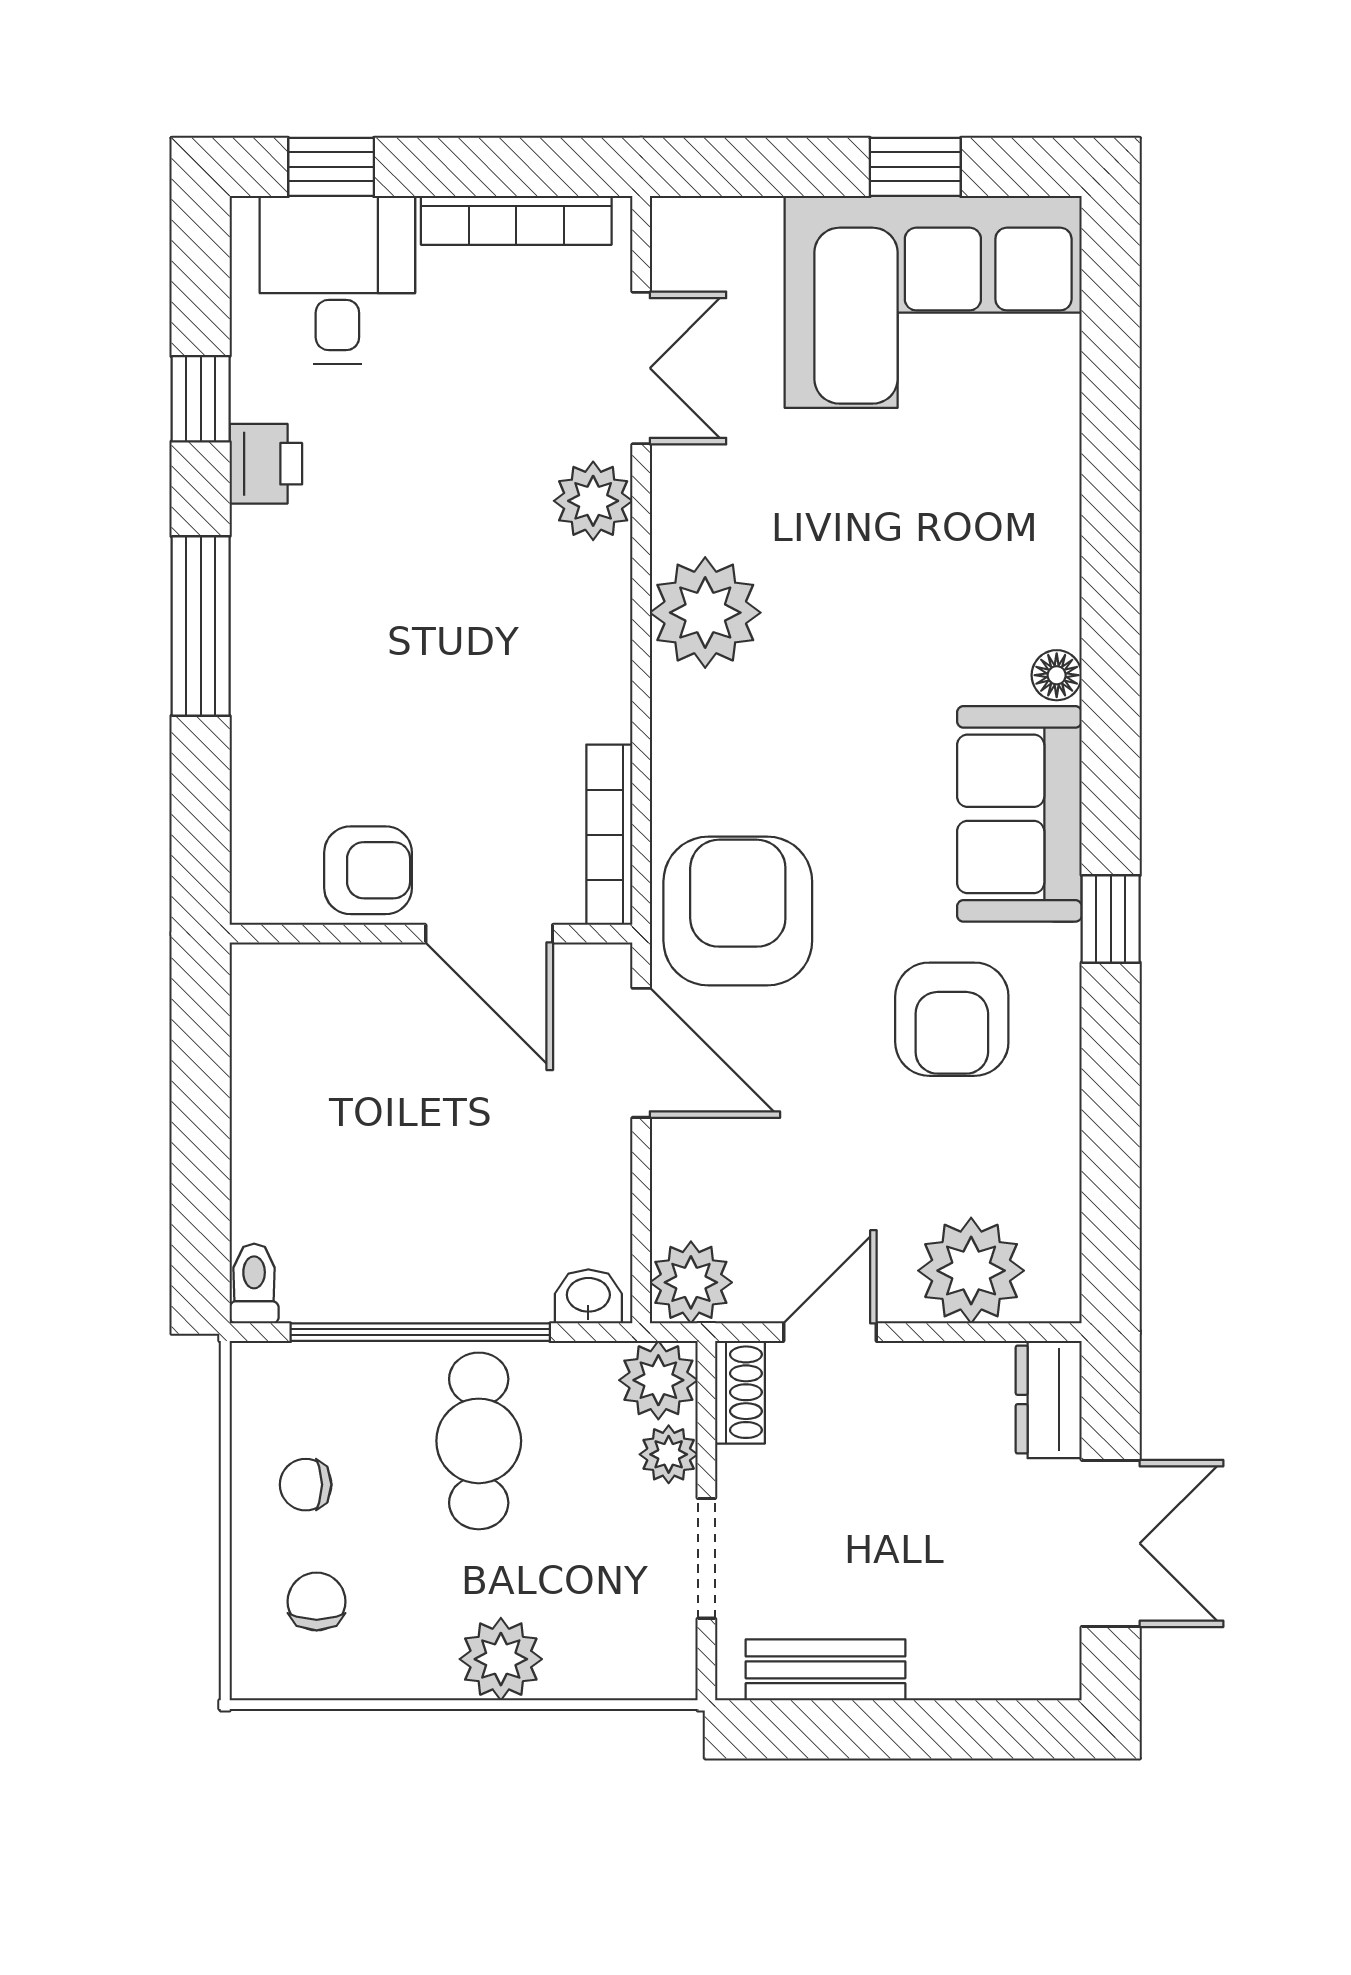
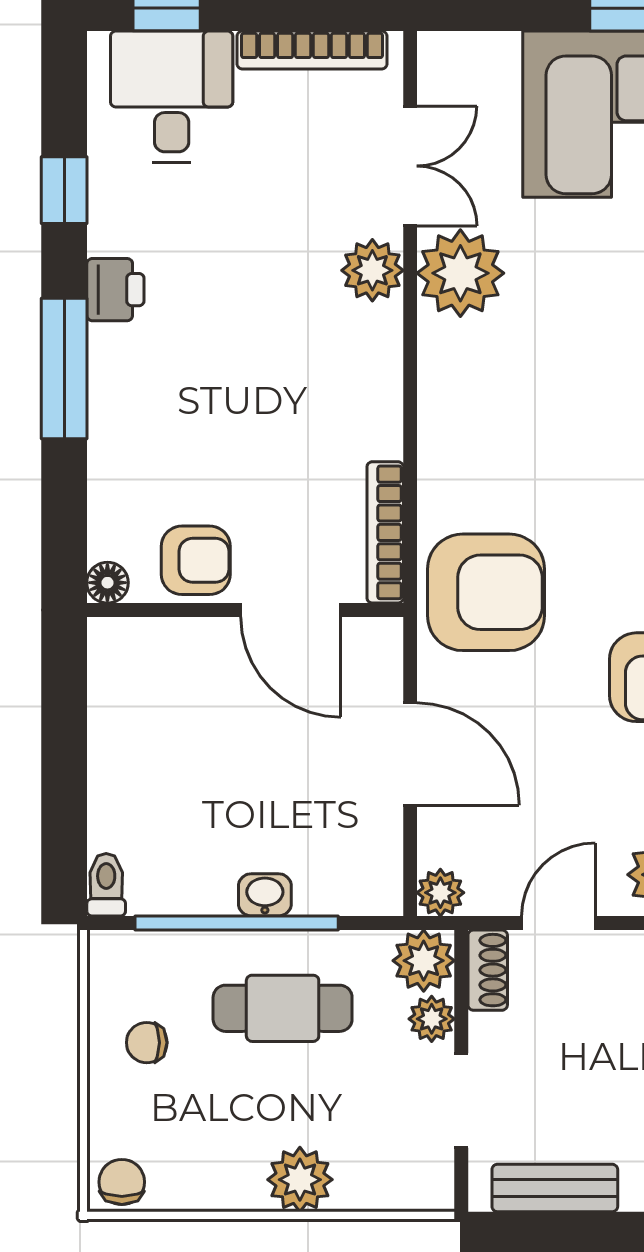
printer: (266, 464) -> (115, 290), moved
plant: (705, 613) -> (460, 273), moved
floor lamp: (256, 899) -> (107, 583), added
armchair: (738, 911) -> (486, 592), turned 90
door: (641, 1053) -> (410, 754), moved
plant: (691, 1282) -> (440, 893), width x0.73, depth x0.73
washbasin: (588, 1296) -> (265, 895), moved
cafe table: (479, 1441) -> (283, 1008), turned 90
chair: (317, 1601) -> (122, 1182), moved

